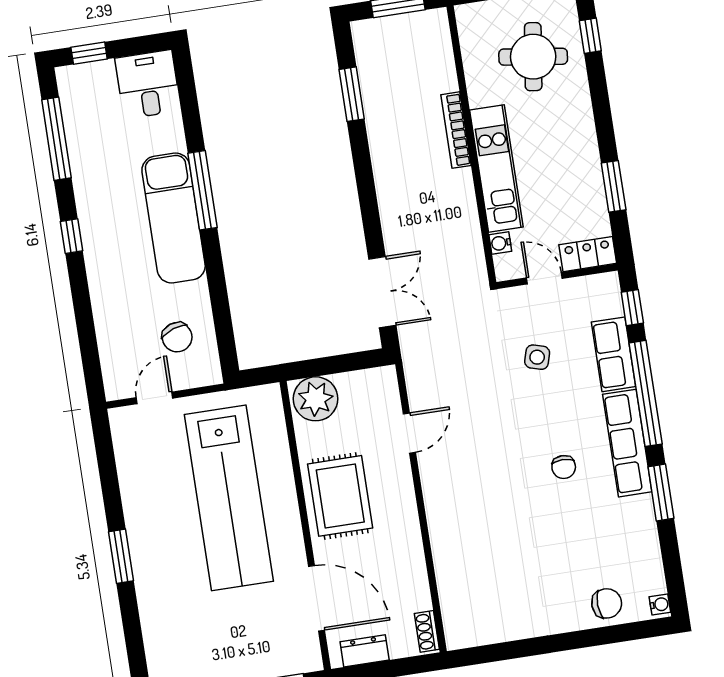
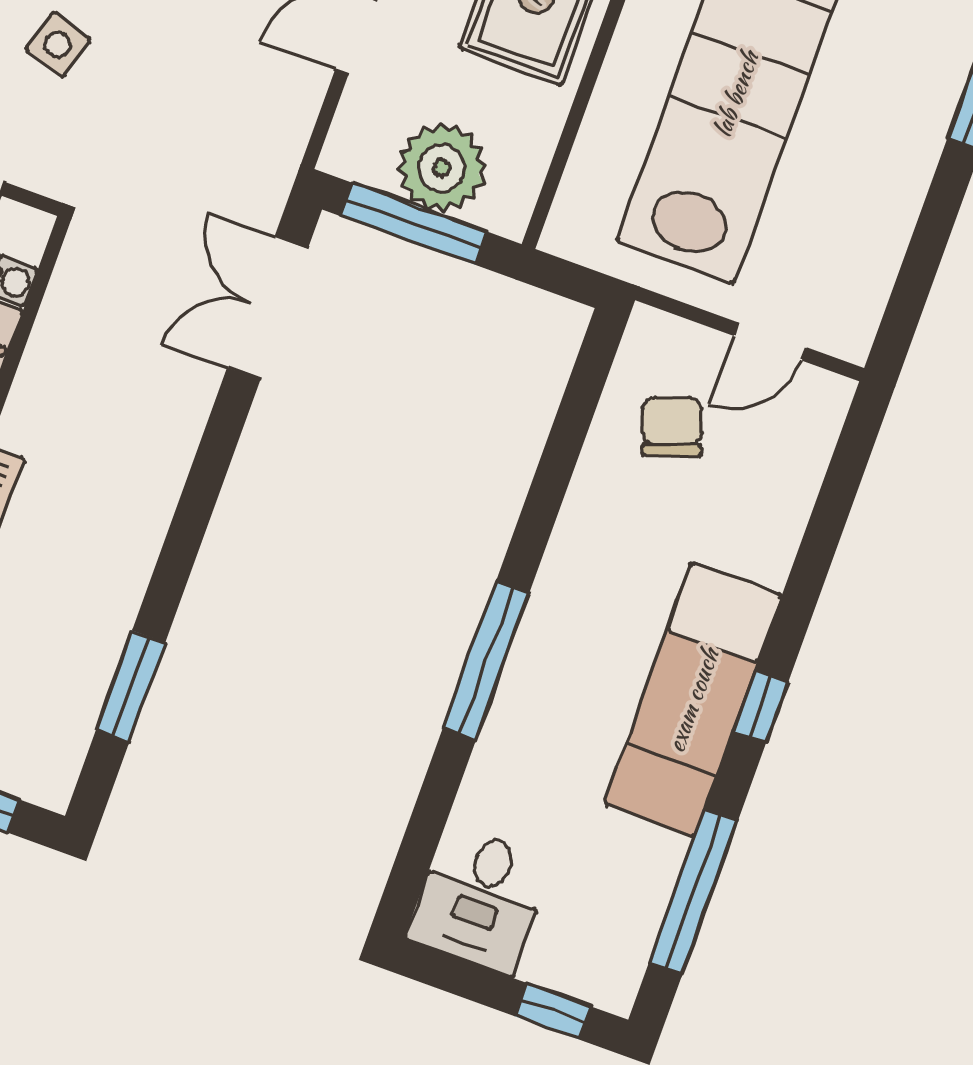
exam couch: (174, 218) -> (693, 700), moved, turned 180
window: (338, 364) -> (414, 224), added
plant: (316, 399) -> (442, 168), moved

